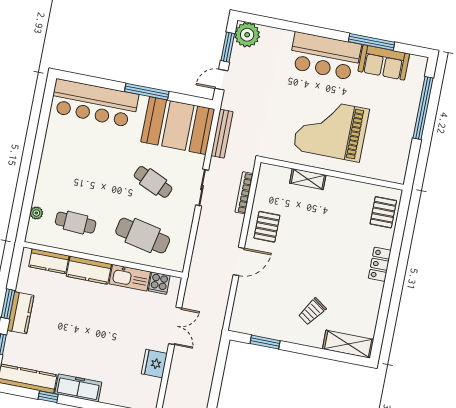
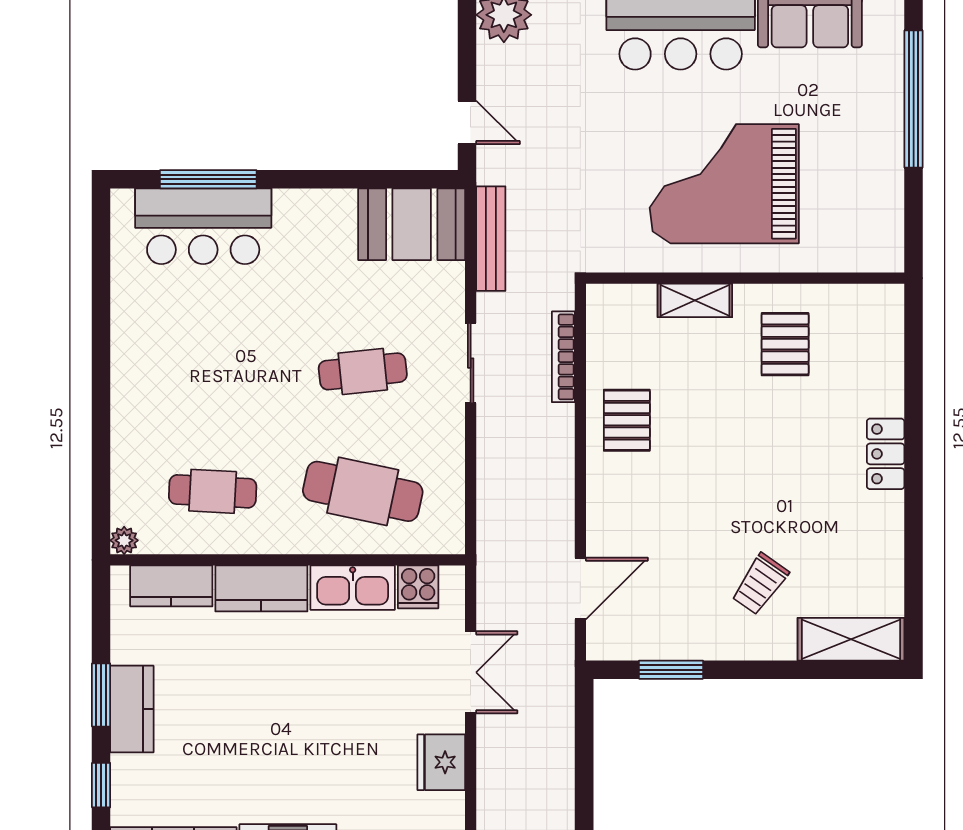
window: (228, 47) -> (467, 50), removed
door: (221, 80) -> (467, 122), swing flipped
window: (147, 92) -> (208, 179), moved
bar counter: (94, 103) -> (203, 226), width x0.73
booth: (178, 126) -> (412, 224), width x0.73, depth x0.70
cafe table: (153, 182) -> (363, 371), turned -30
pallet: (383, 212) -> (785, 344), moved
plant: (36, 213) -> (124, 540), moved
door: (239, 261) -> (580, 588), moved

